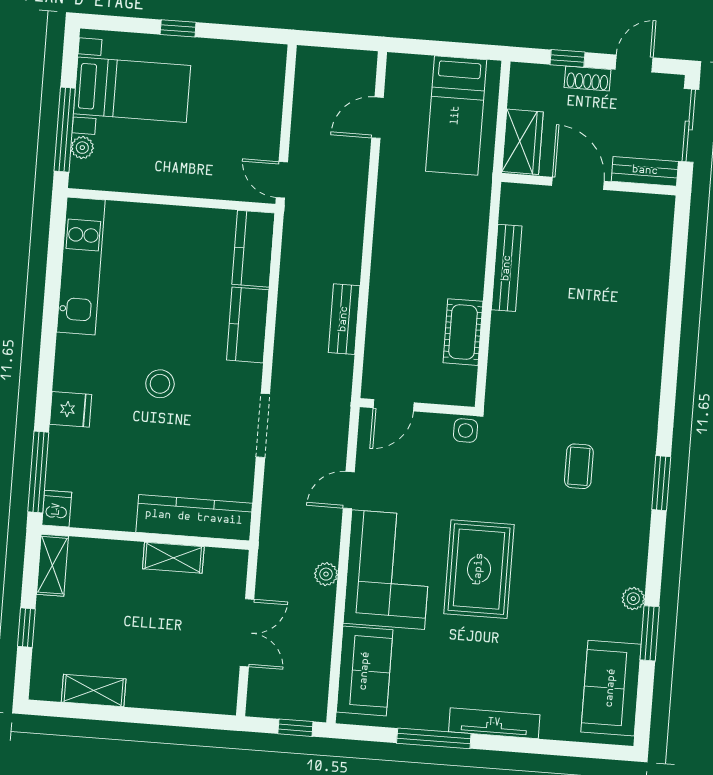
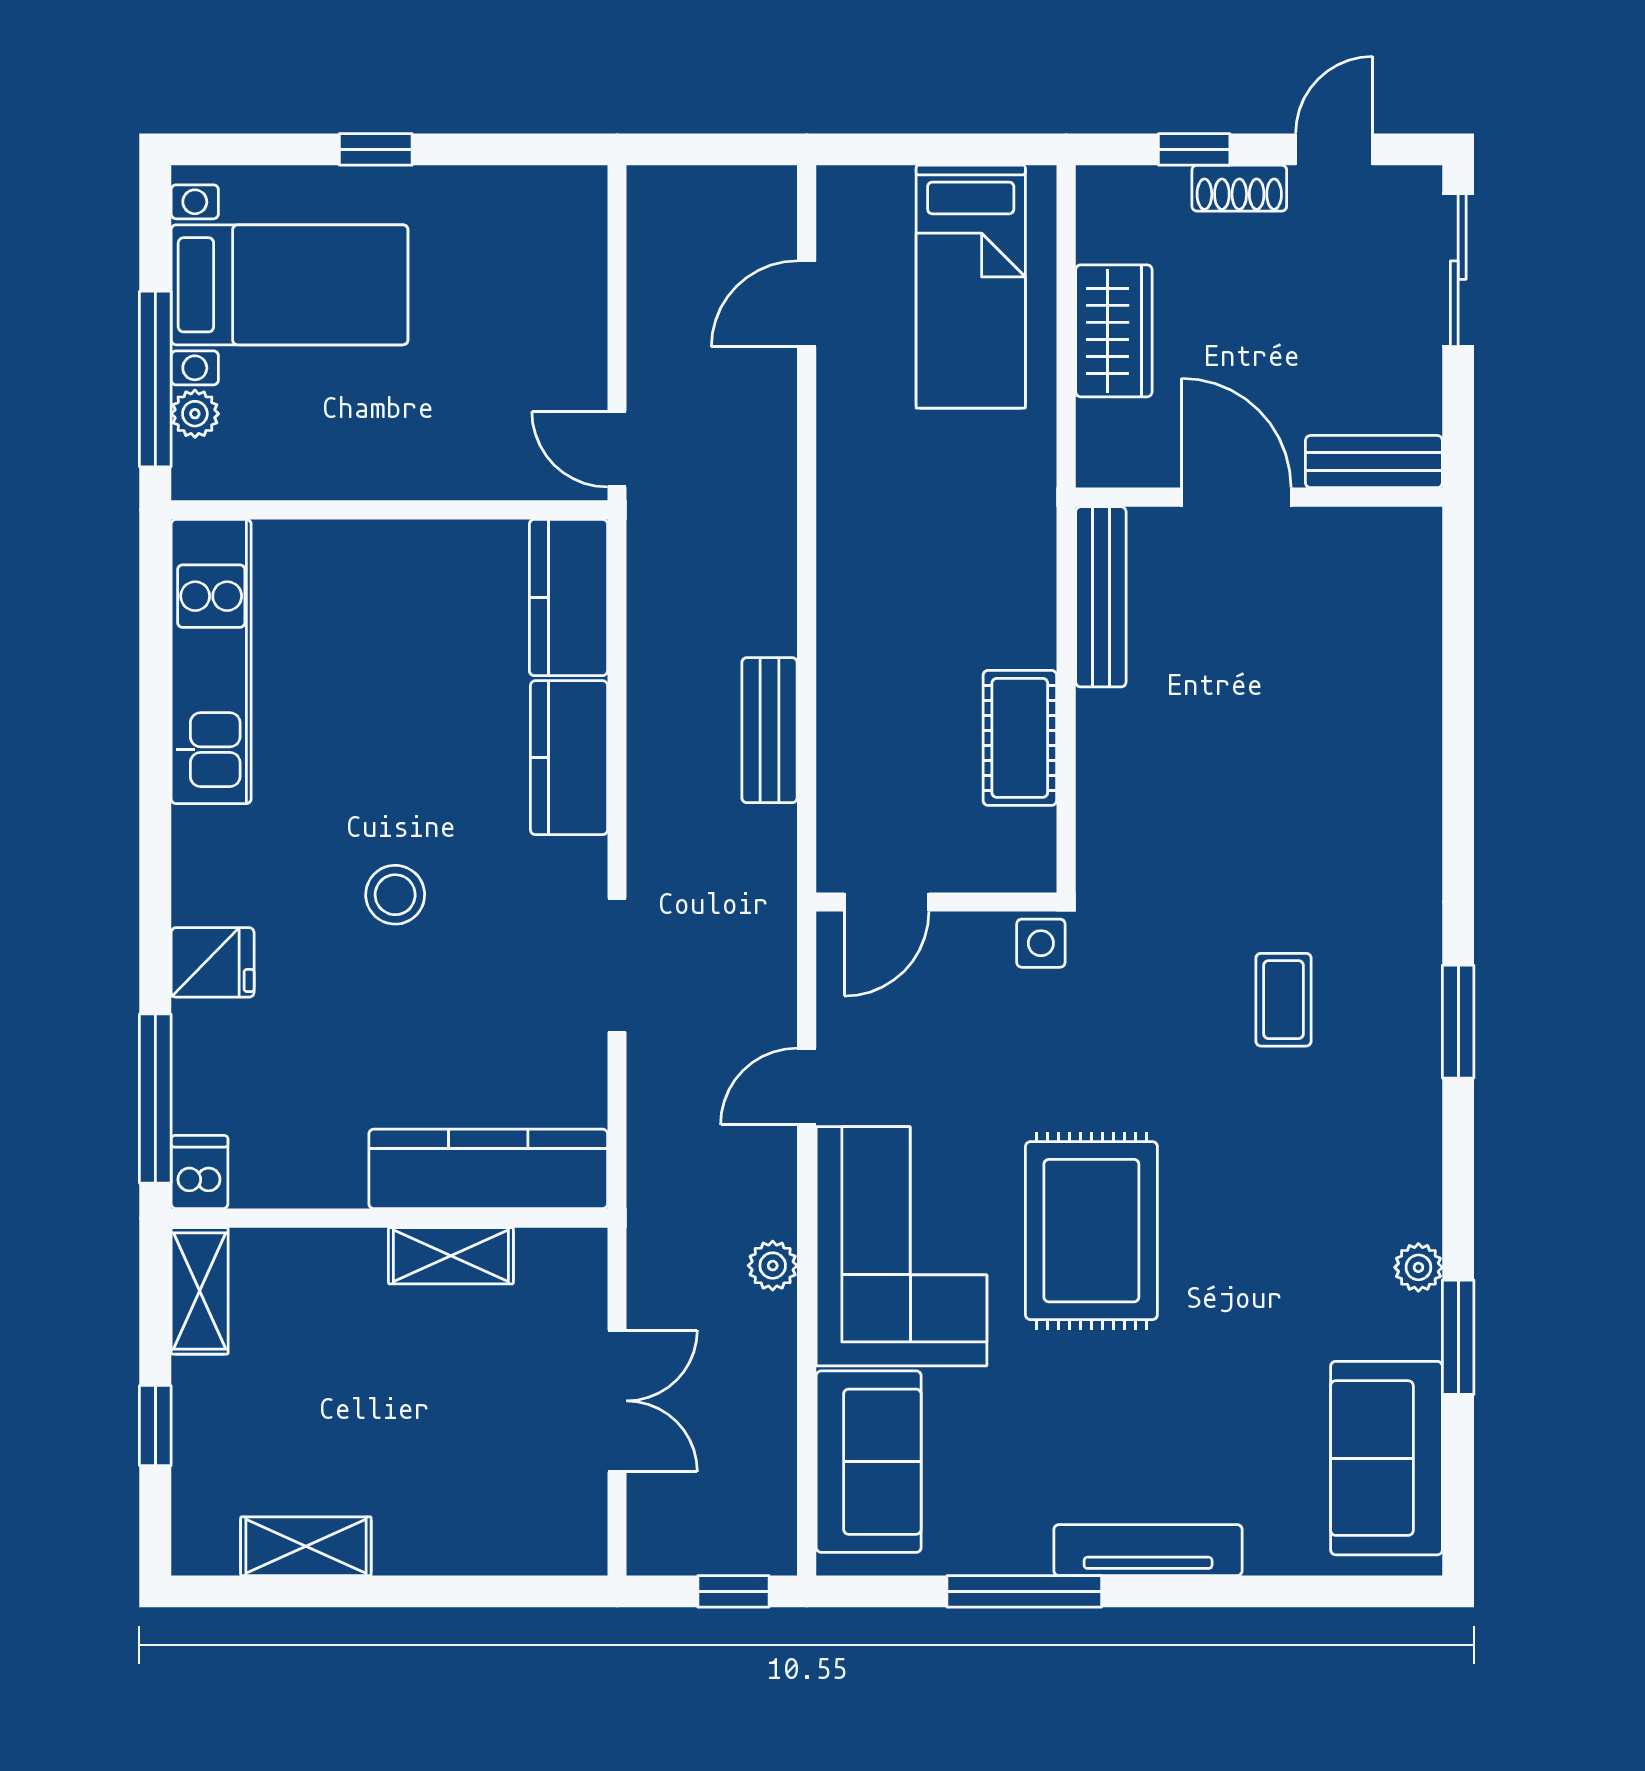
bench: (645, 171) -> (1374, 462), moved
door: (578, 183) -> (1236, 497), moved
wall: (589, 184) -> (1259, 497), moved

